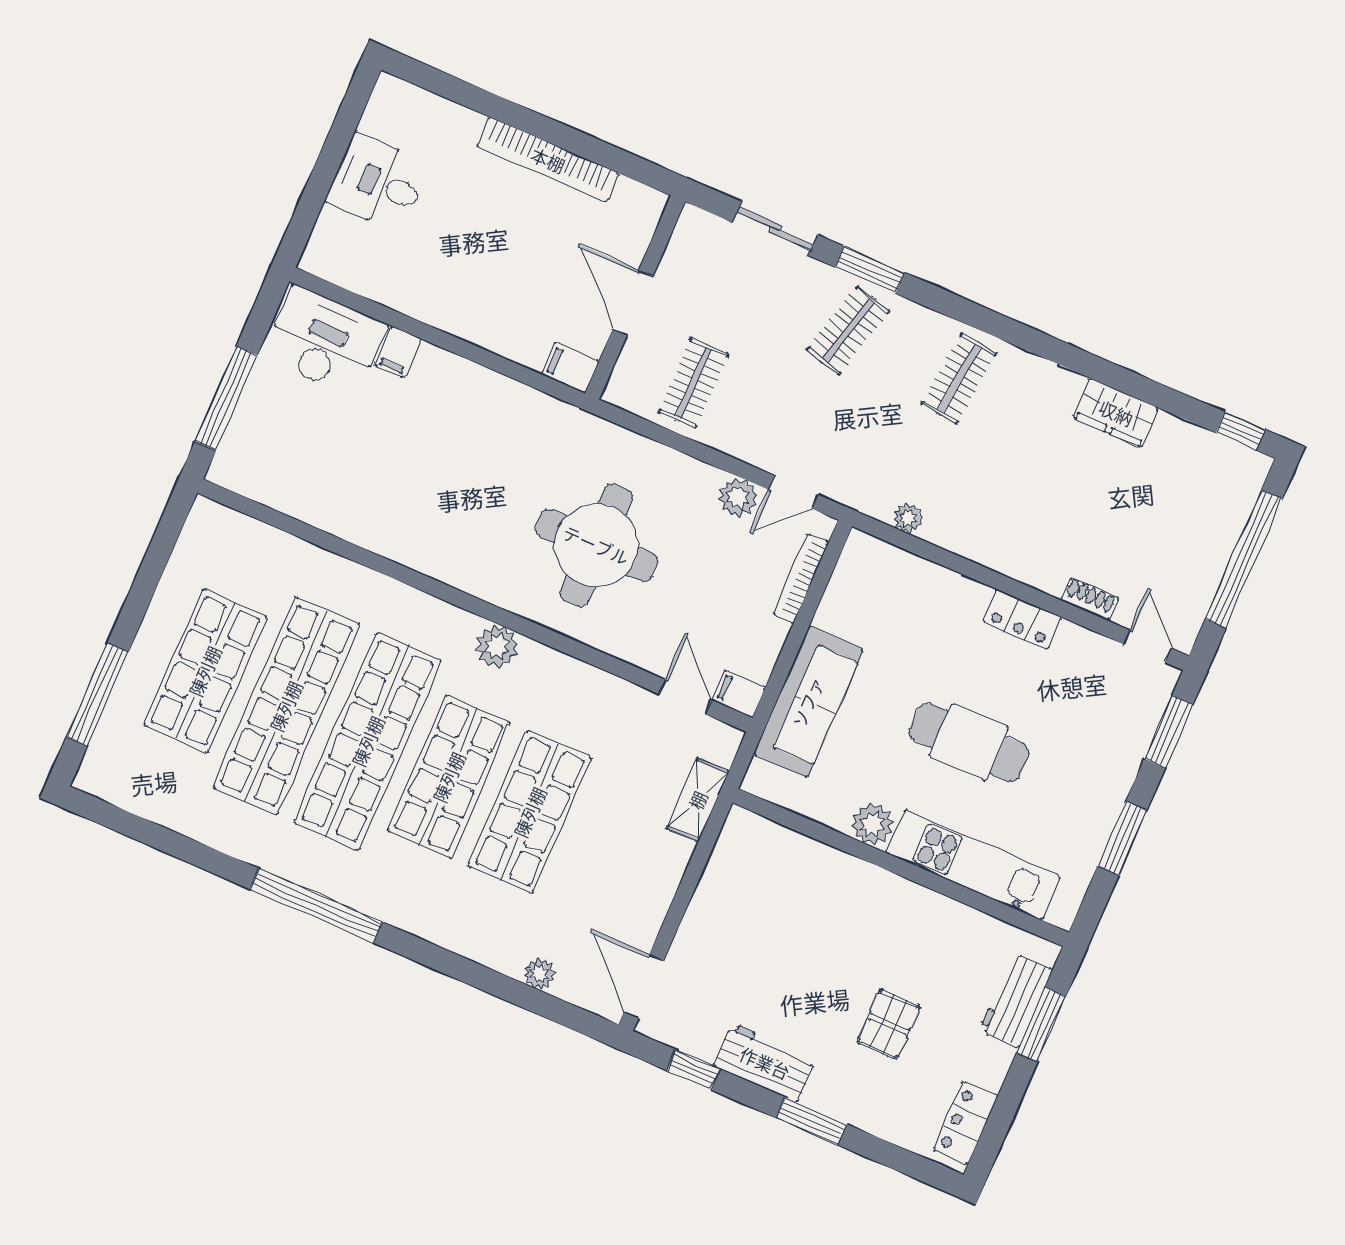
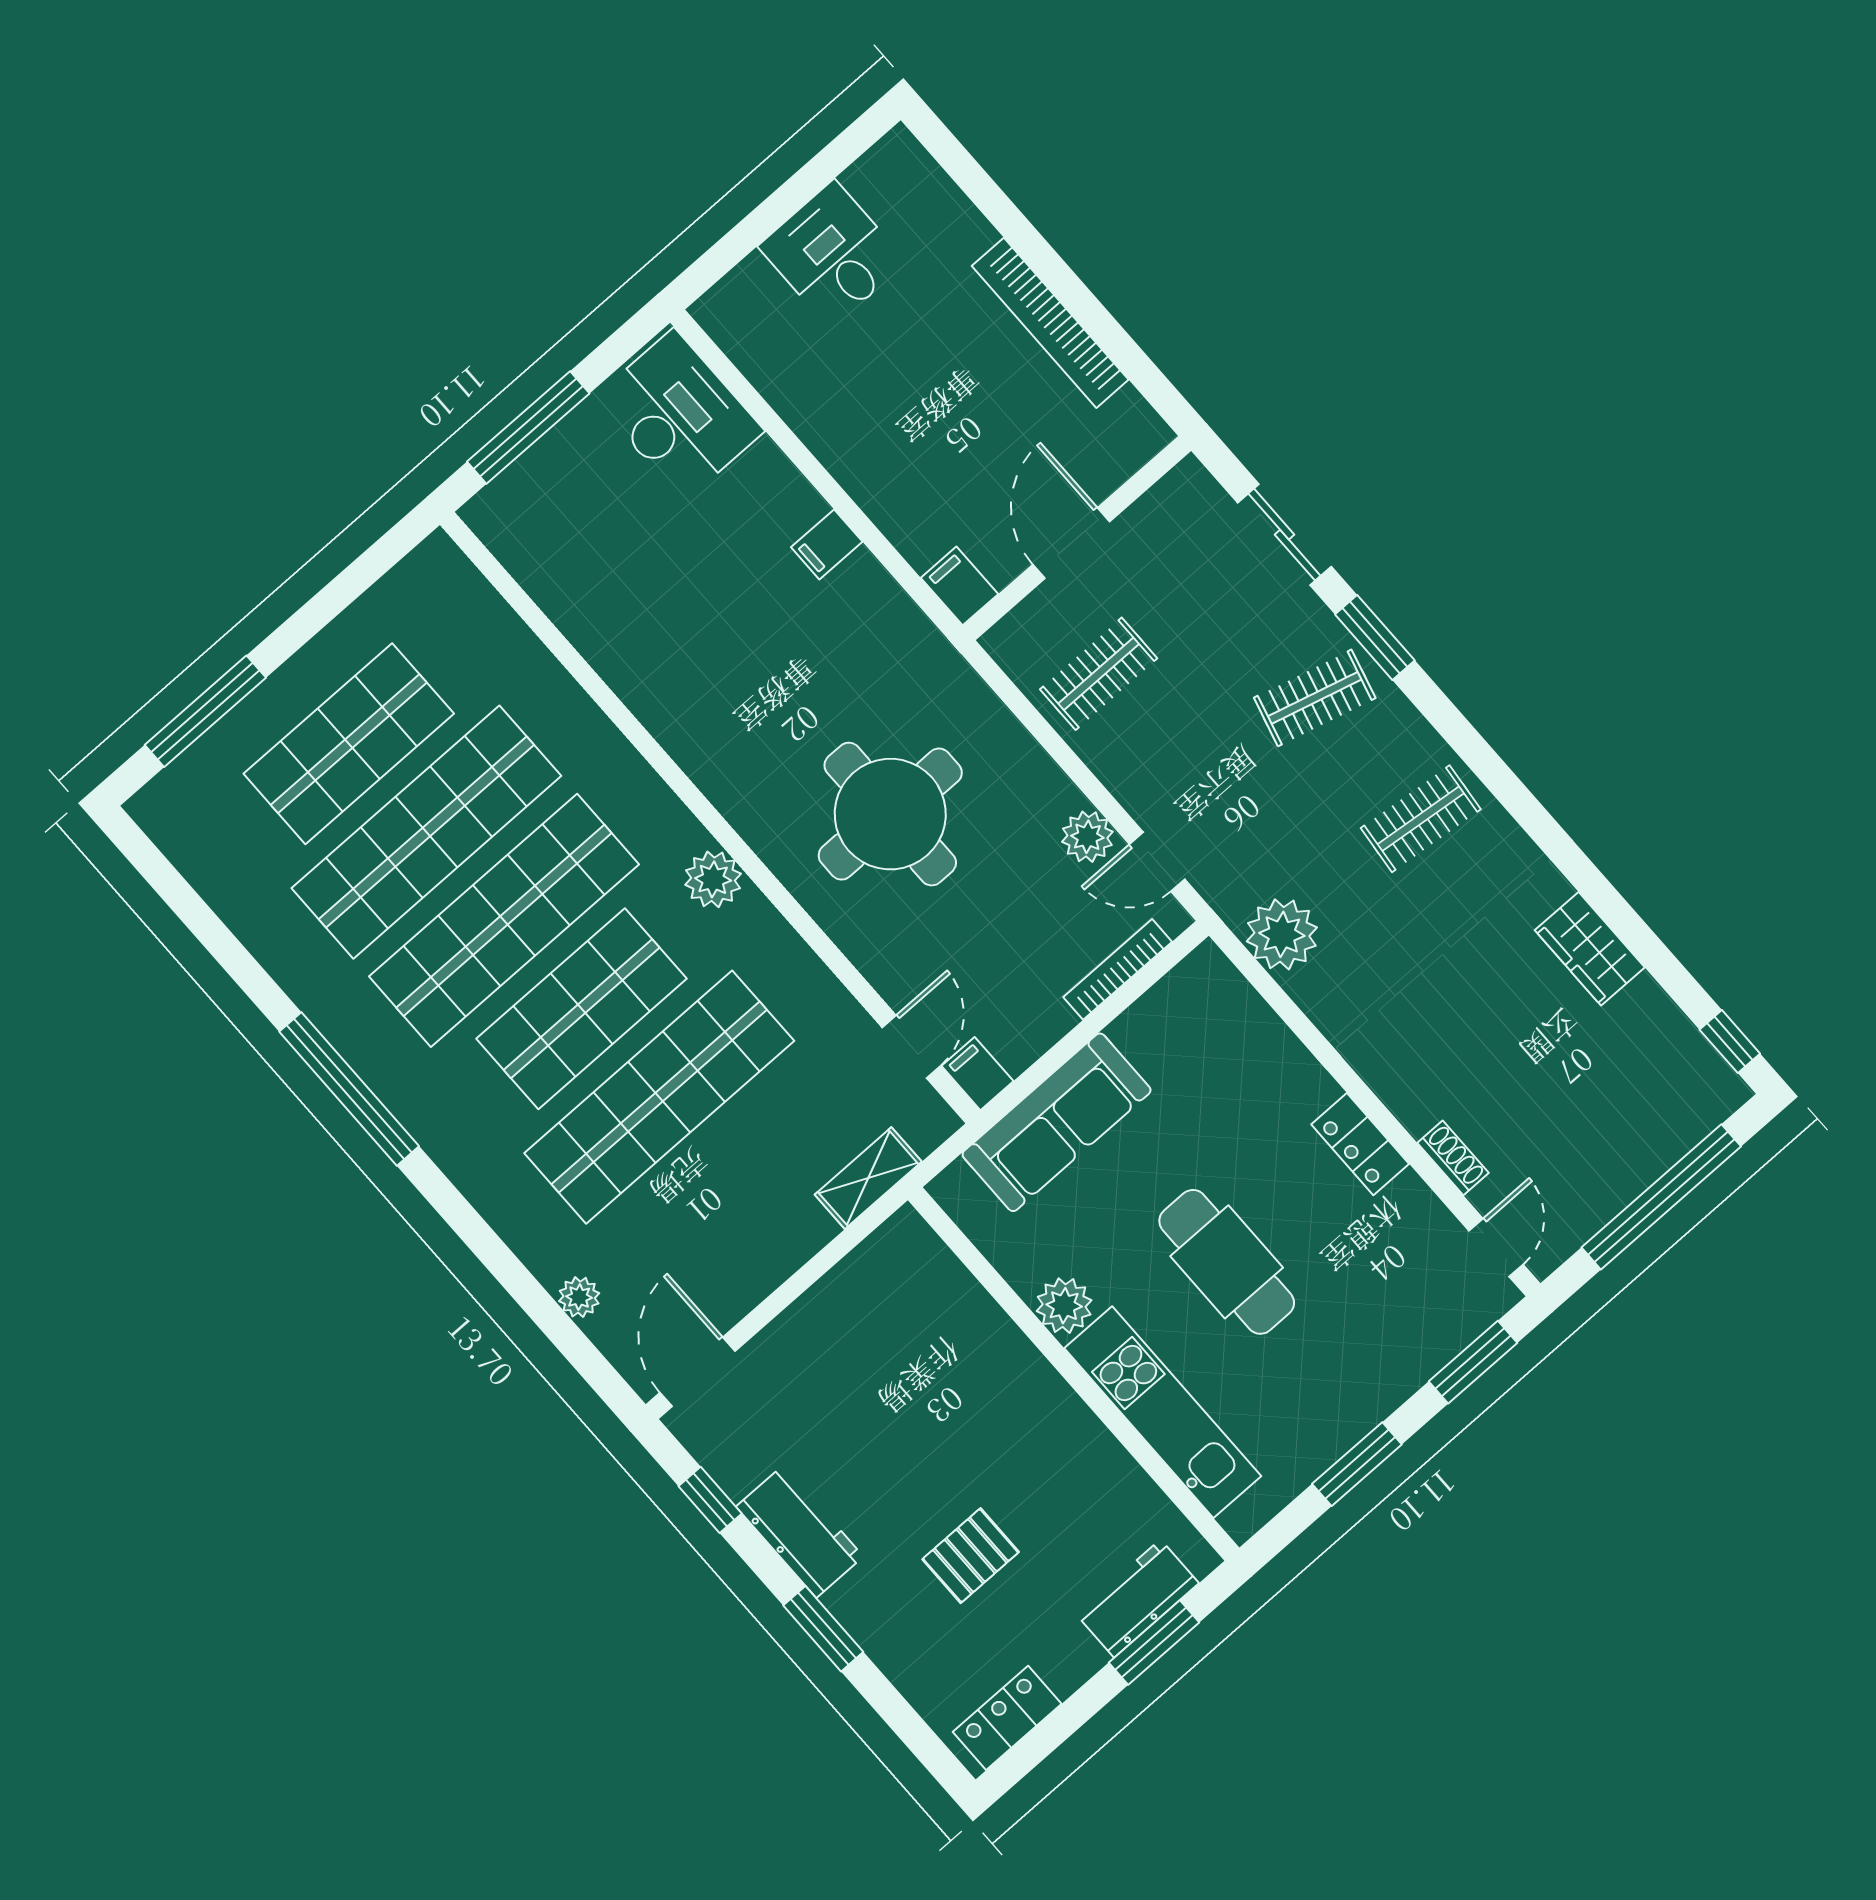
filing cabinet: (398, 352) -> (827, 544), moved
plant: (908, 518) -> (1282, 934), width x1.88, depth x1.88
shop shelf: (530, 812) -> (659, 1097), width x1.40

